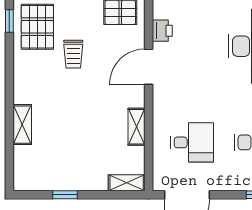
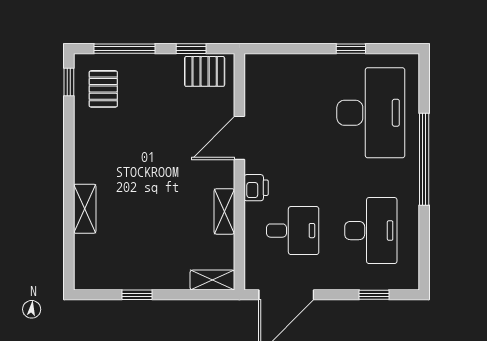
pallet: (37, 27) -> (103, 89), width x0.67, depth x0.71
printer: (162, 31) -> (256, 188), moved
trolley: (73, 54) -> (147, 122), removed

